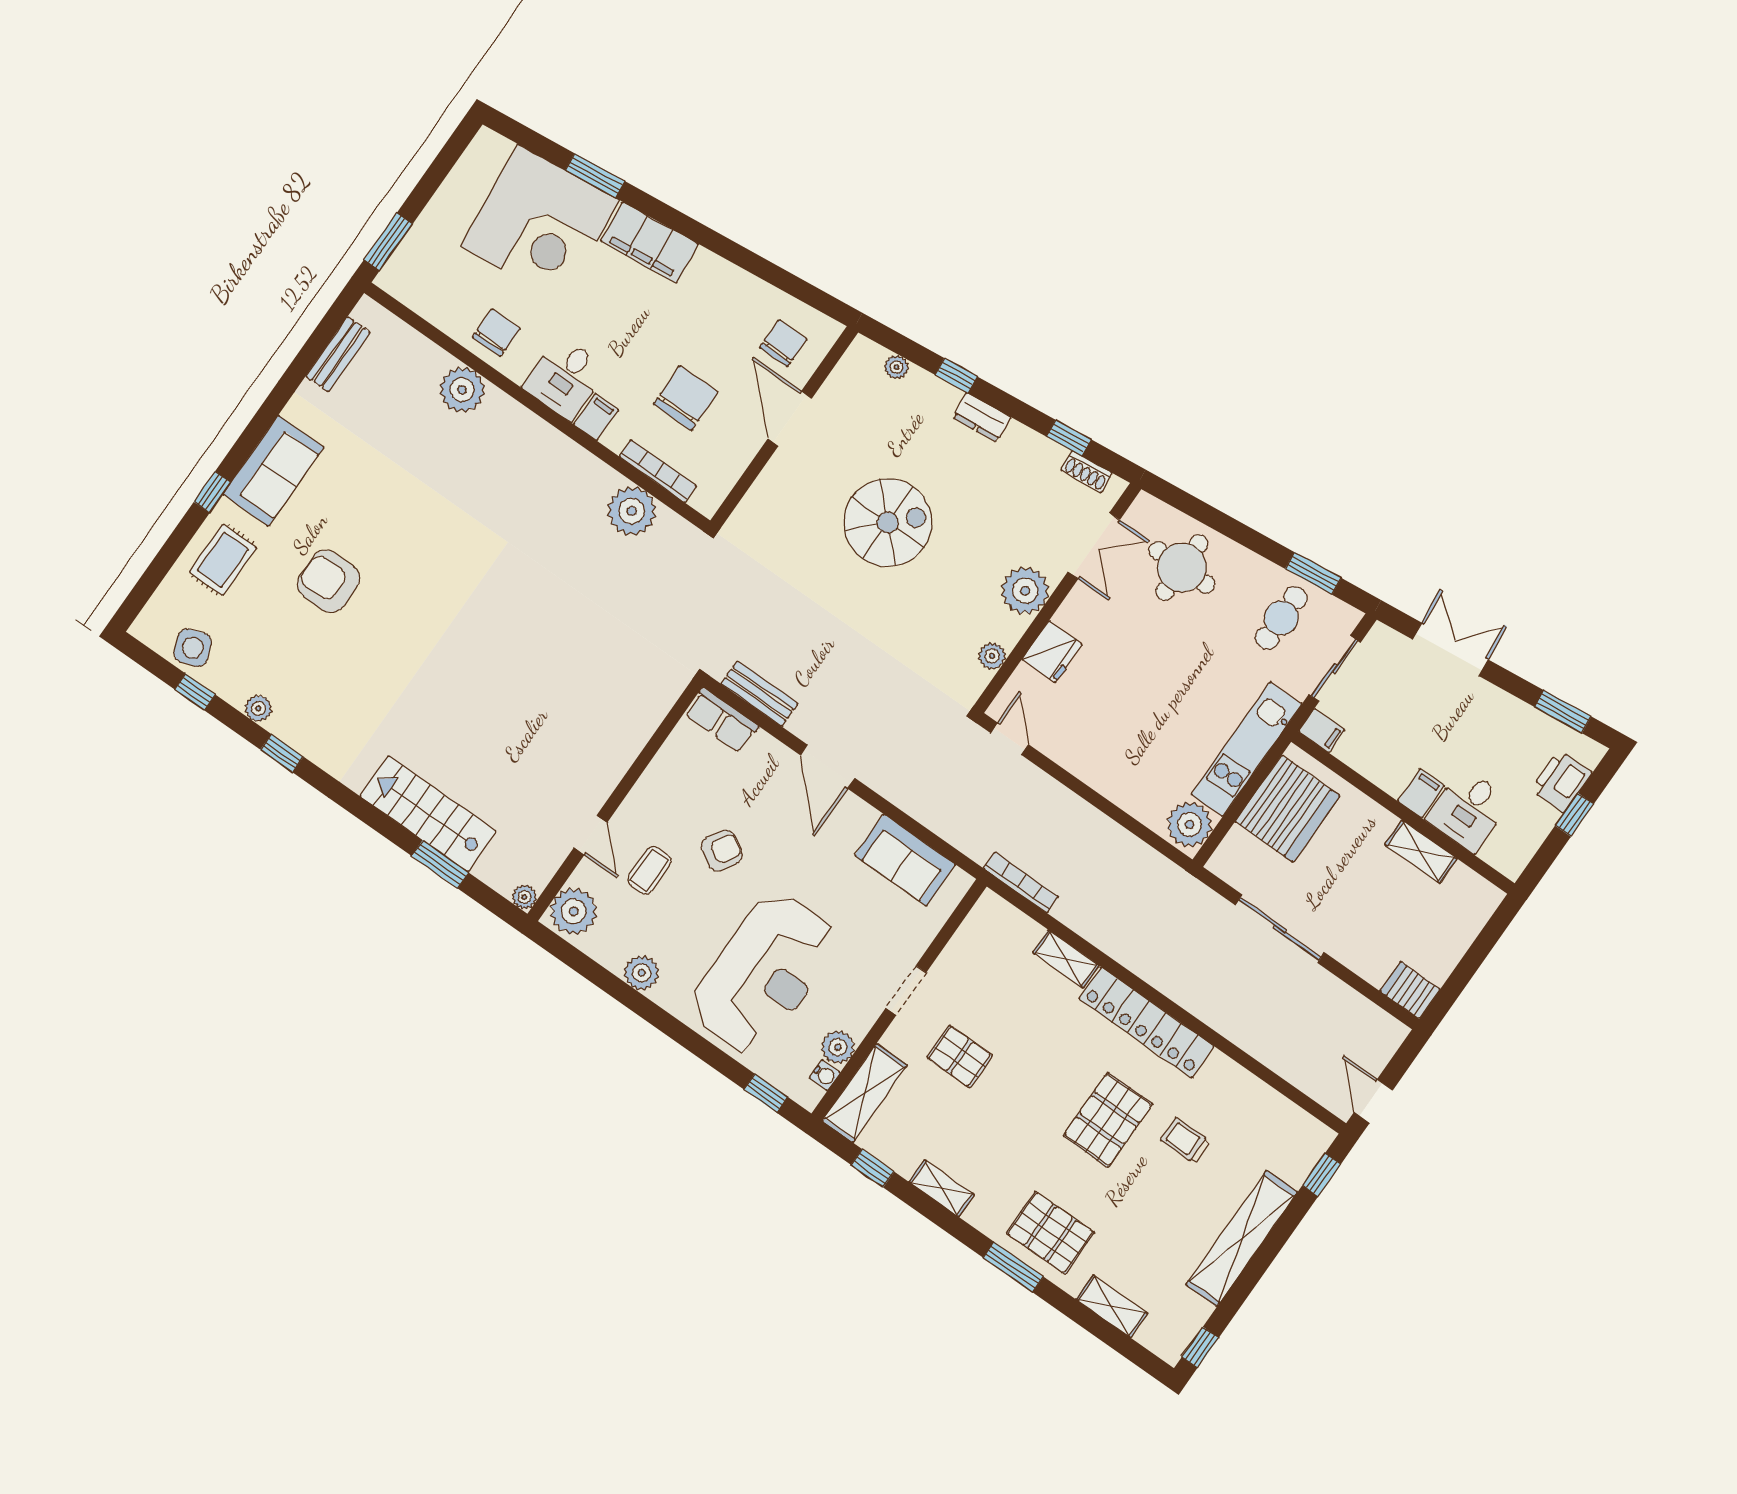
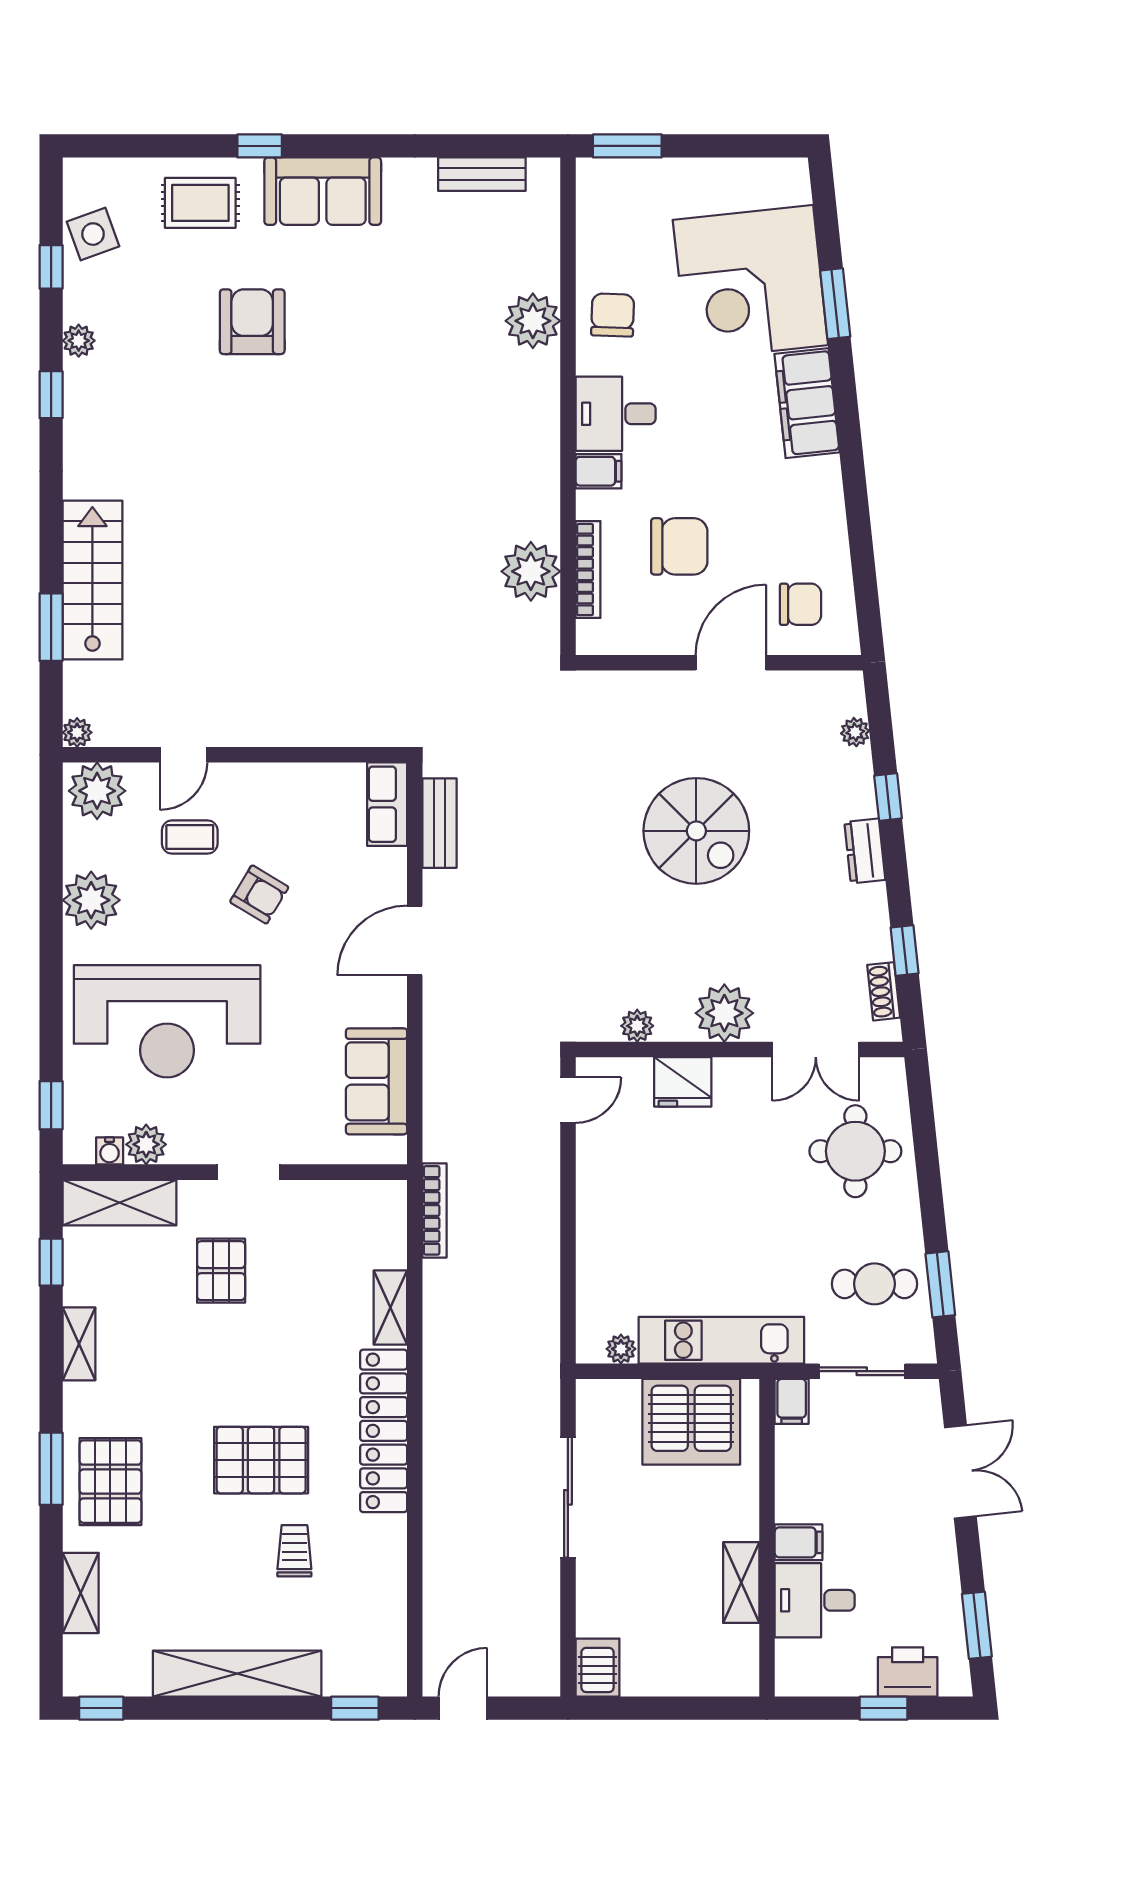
chair: (496, 333) -> (613, 315), turned -88
plant: (1190, 824) -> (621, 1349), width x0.53, depth x0.53
plant: (642, 973) -> (91, 900), width x1.36, depth x1.36

